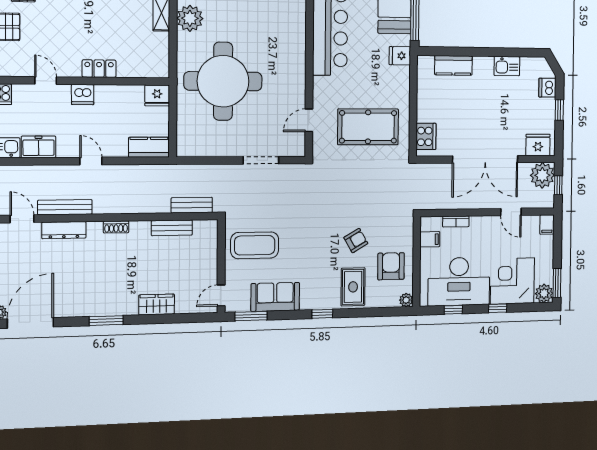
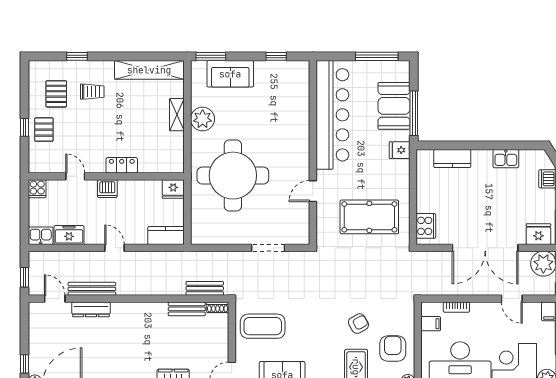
door: (309, 120) -> (313, 191), moved
shoe rack: (116, 227) -> (218, 307), moved

